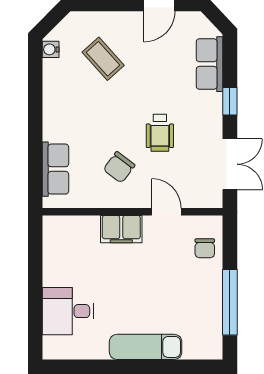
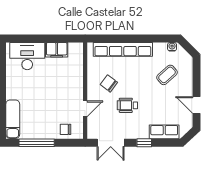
row of seats: (55, 169) -> (123, 49), width x2.02
filing cabinet: (121, 229) -> (57, 50), moved, turned -90
desk: (68, 311) -> (27, 56), width x1.37
exam couch: (146, 347) -> (13, 119), moved

